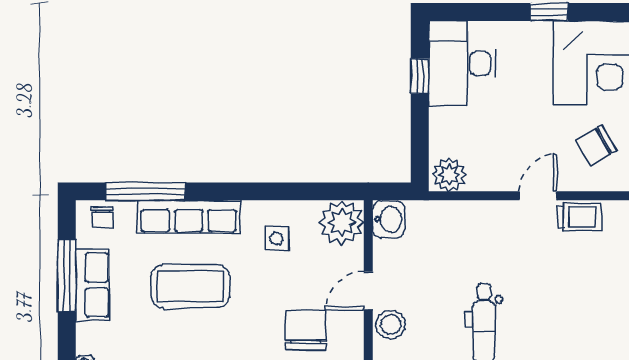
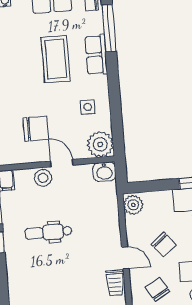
chair: (521, 128) -> (164, 245), added
row of seats: (189, 217) -> (96, 55), width x0.68

